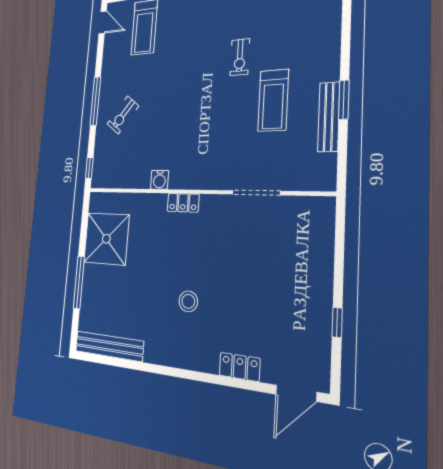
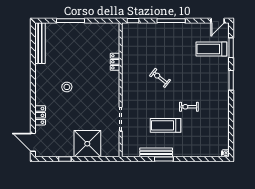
exercise bike: (123, 115) -> (160, 78), moved
water cooler: (160, 180) -> (127, 66), removed
locker: (183, 203) -> (115, 62), moved
shower: (106, 239) -> (87, 144), moved

